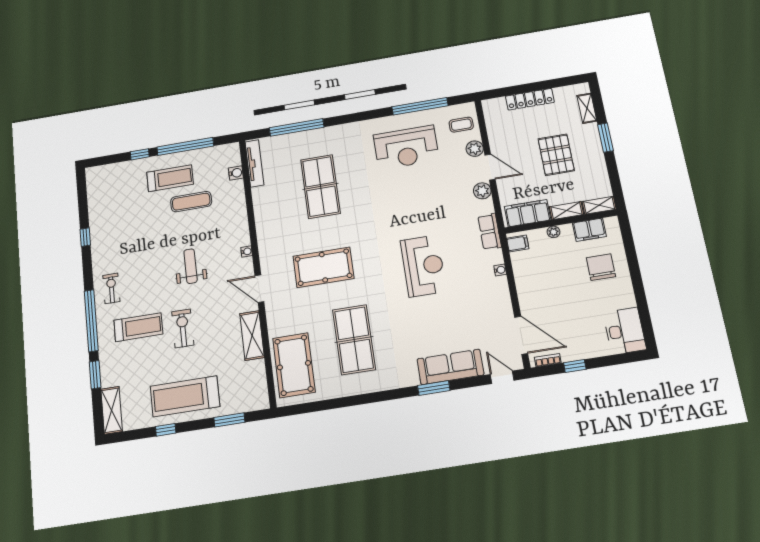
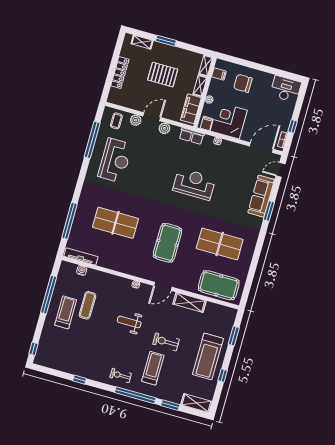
window: (140, 154) -> (34, 349), moved
filing cabinet: (589, 230) -> (219, 74), width x0.50
corner desk: (537, 272) -> (229, 121), added

